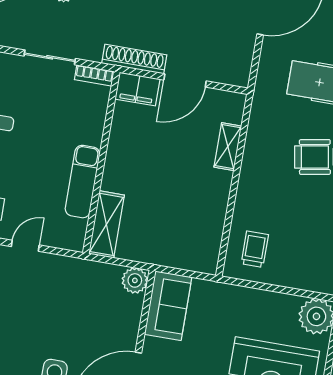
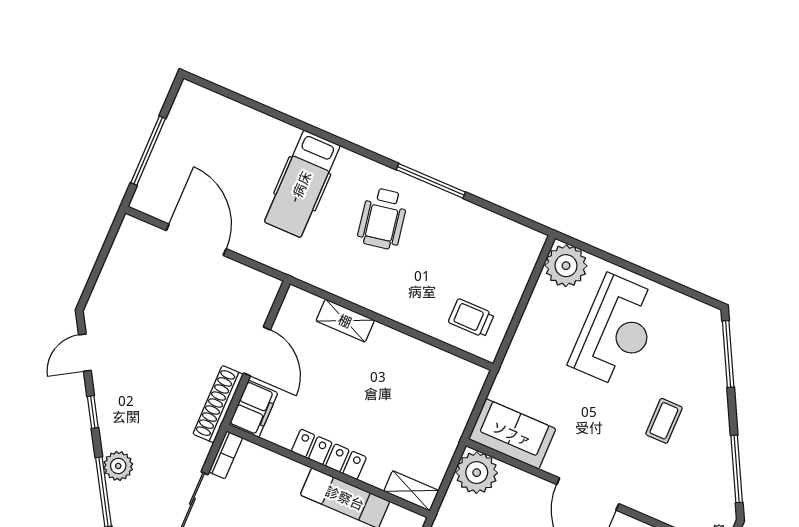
locker: (115, 160) -> (329, 454), added
shelving: (106, 224) -> (411, 491), width x0.67, depth x0.75
plant: (135, 280) -> (477, 473), width x1.36, depth x1.36

